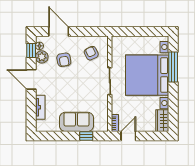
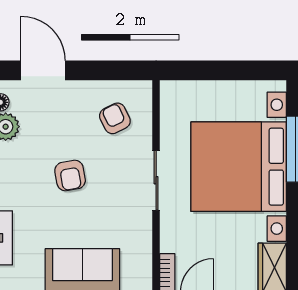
armchair: (64, 60) -> (70, 176), moved

